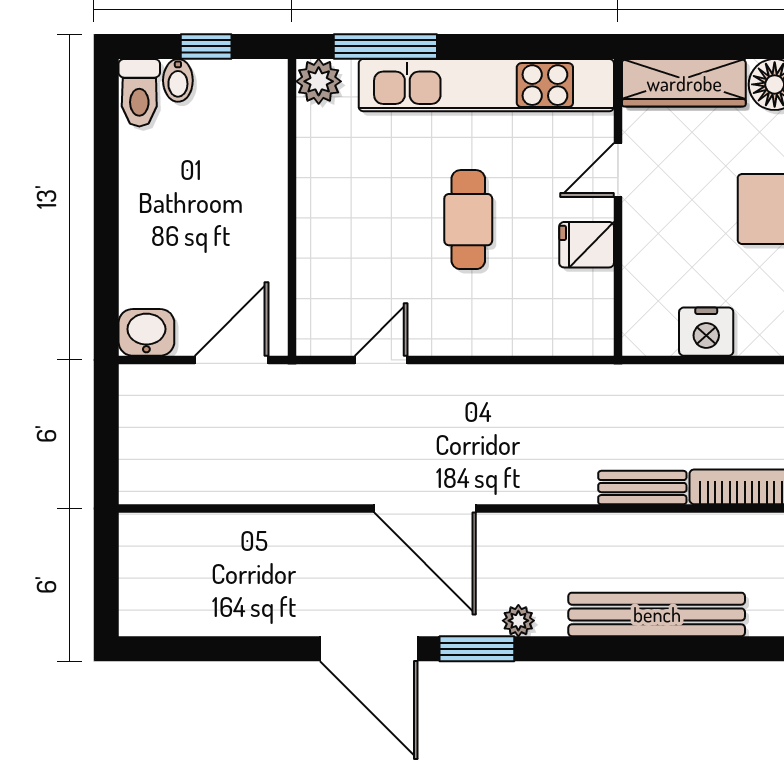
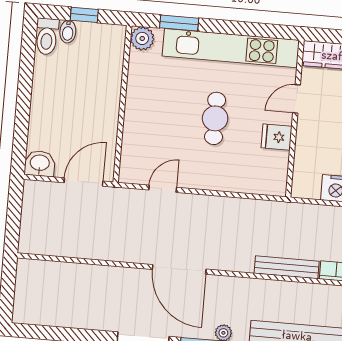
window: (385, 46) -> (179, 23), width x0.69
bench: (642, 488) -> (287, 267), width x1.36

